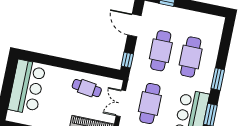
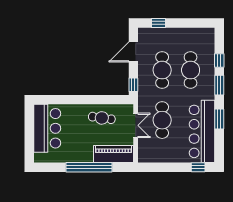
door: (134, 25) -> (133, 52), hinge flipped
window: (223, 53) -> (219, 61), added
double door: (121, 103) -> (136, 125), swing flipped

